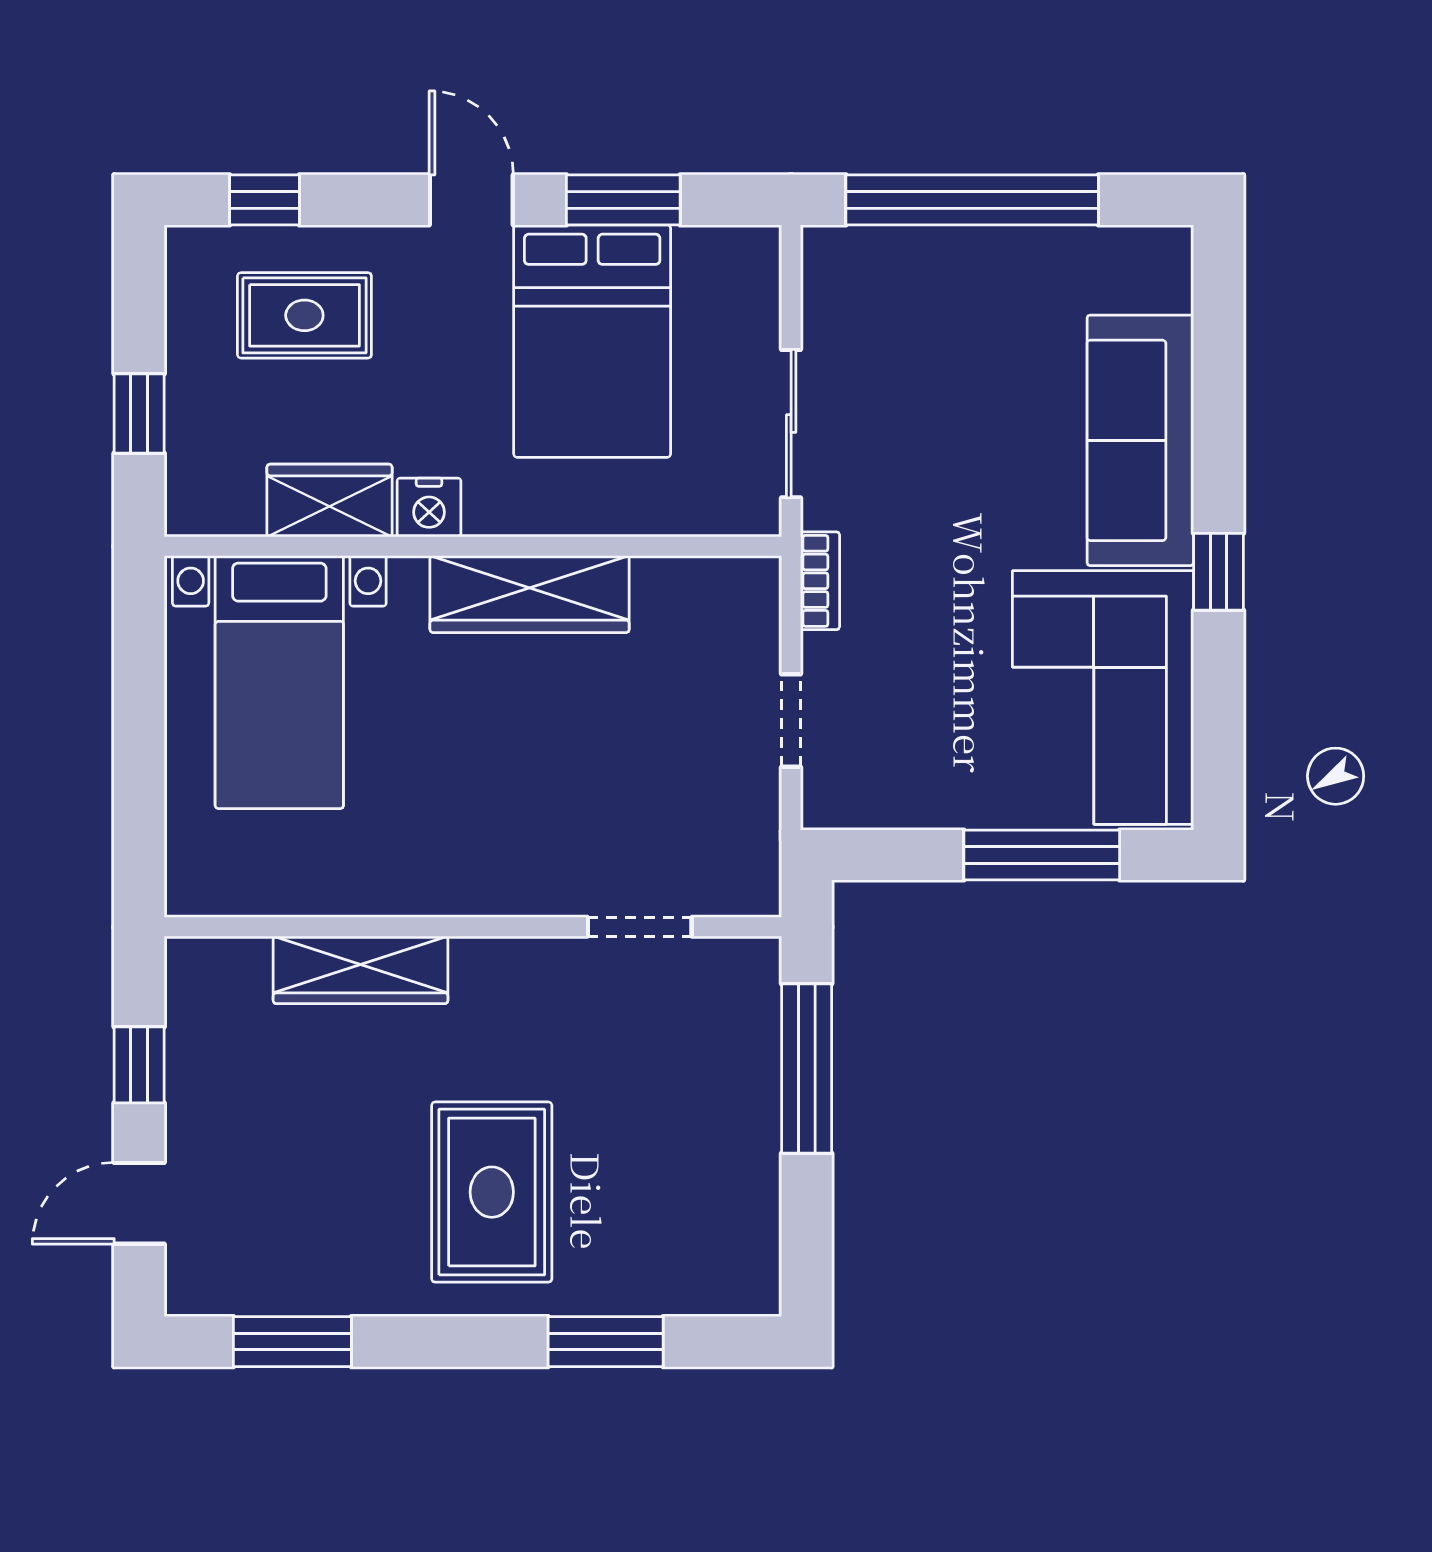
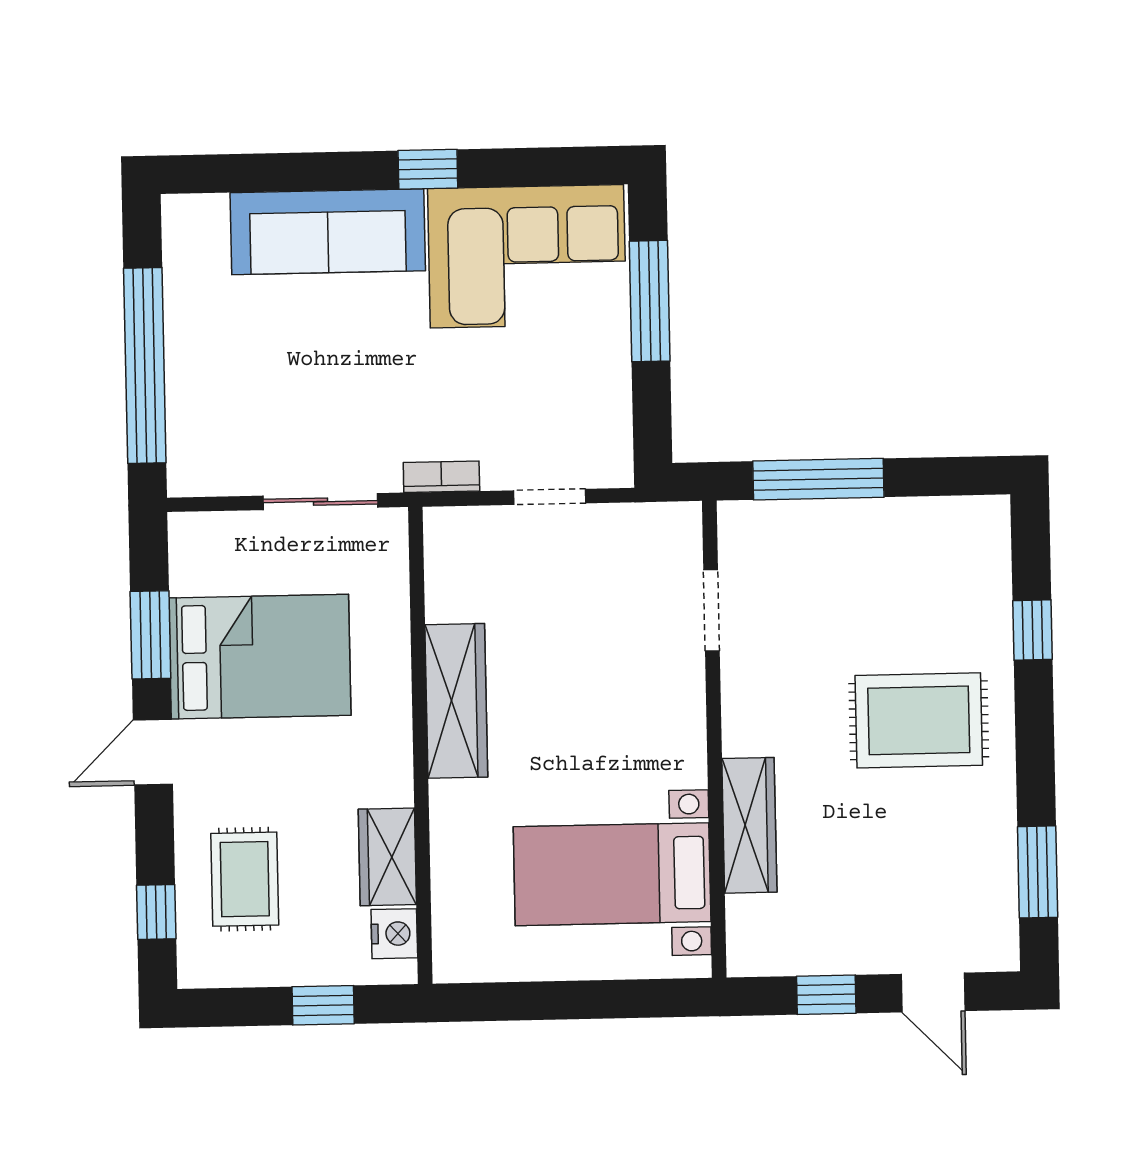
nightstand: (429, 507) -> (394, 934), moved
bed with nightstands: (279, 682) -> (612, 874), moved, turned 180
window: (606, 1342) -> (1032, 630), width x0.67

